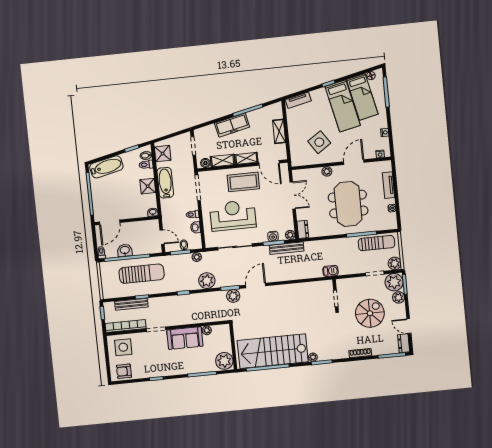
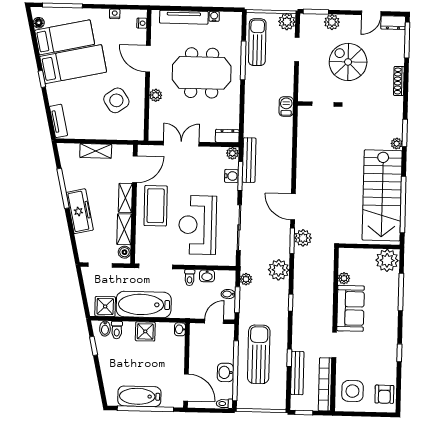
bathtub: (106, 167) -> (139, 396), moved, turned -78
bathtub: (165, 183) -> (144, 304), width x1.36, depth x1.36
tv unit: (389, 185) -> (184, 17), width x1.41
plant: (394, 282) -> (311, 25), removed

